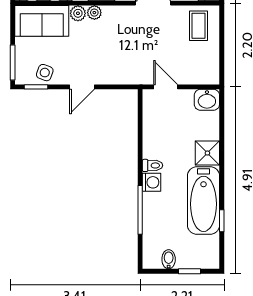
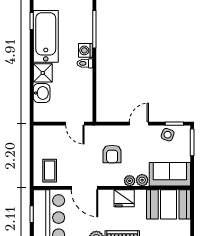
armchair: (117, 47) -> (112, 154), added
washbasin: (207, 100) -> (42, 93), moved, turned 90

